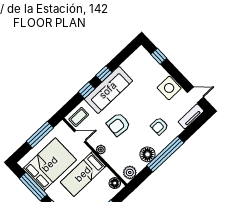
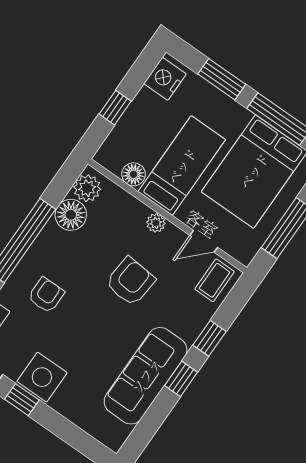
window: (159, 56) -> (22, 400), moved
sofa: (108, 90) -> (146, 376), moved
floor lamp: (148, 154) -> (71, 215), moved
floor lamp: (115, 183) -> (134, 174), moved

